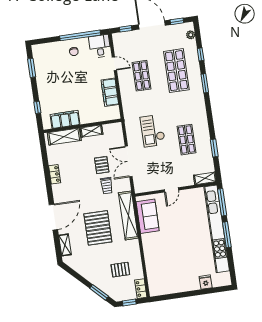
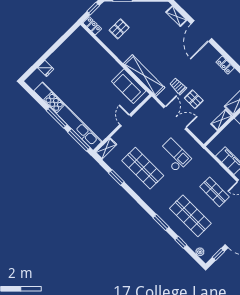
shop shelf: (186, 140) -> (143, 168), width x1.43, depth x1.36
pallet: (98, 228) -> (161, 48), removed

